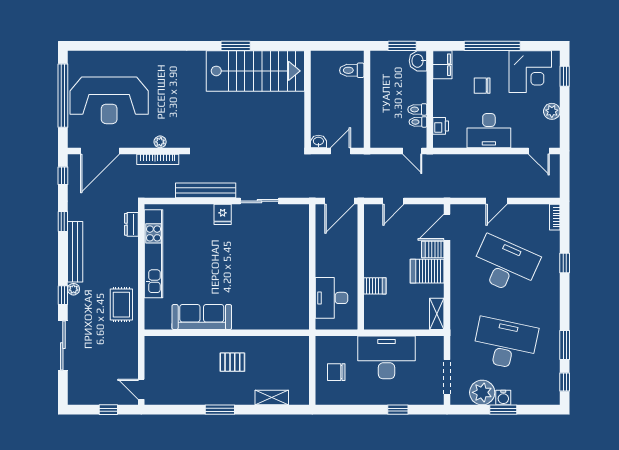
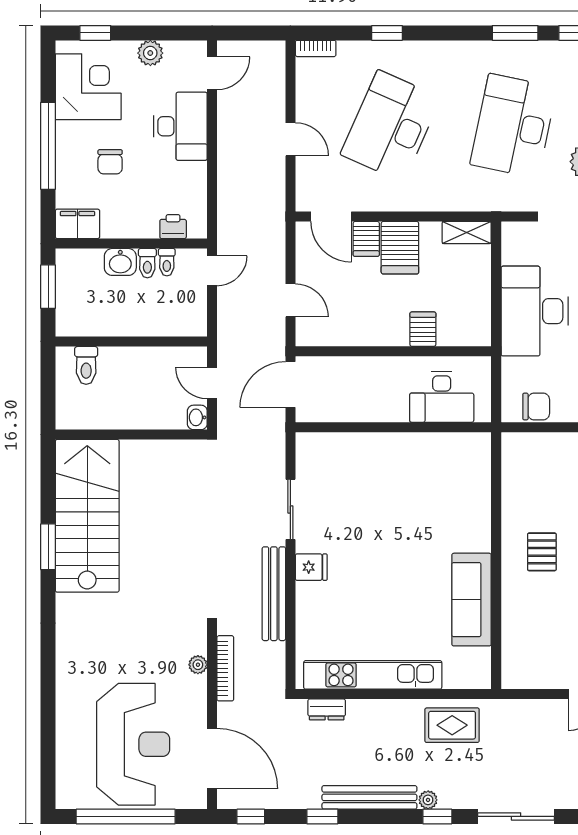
washbasin: (418, 61) -> (120, 262), moved
desk: (489, 131) -> (180, 126), moved
door: (339, 201) -> (290, 385), swing flipped
chair: (336, 372) -> (536, 407), moved, turned -90

